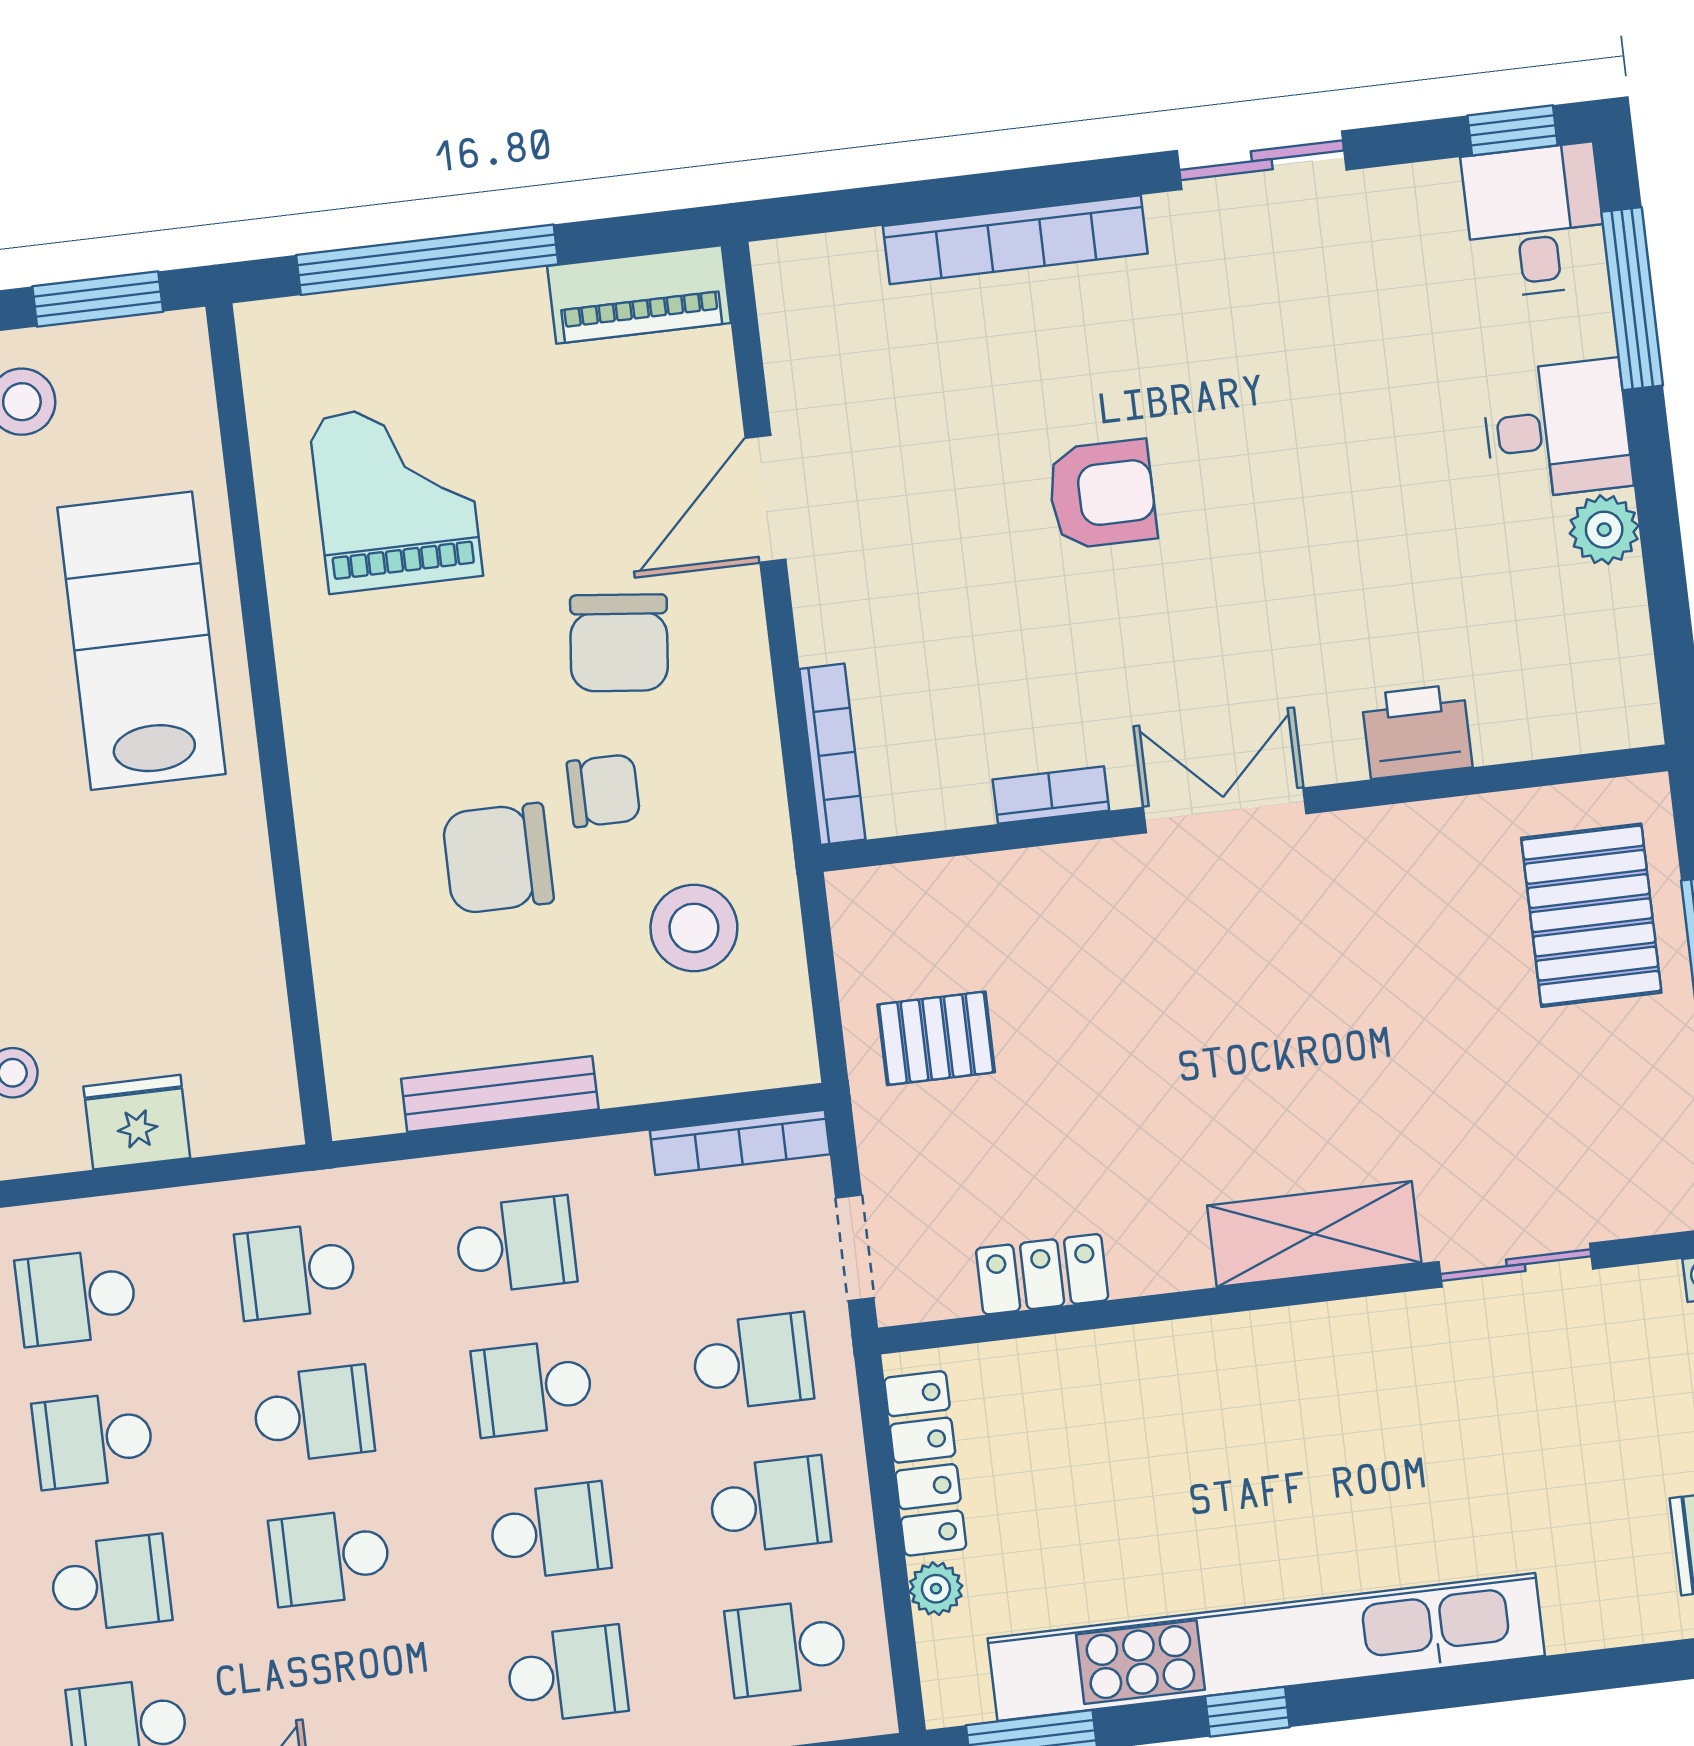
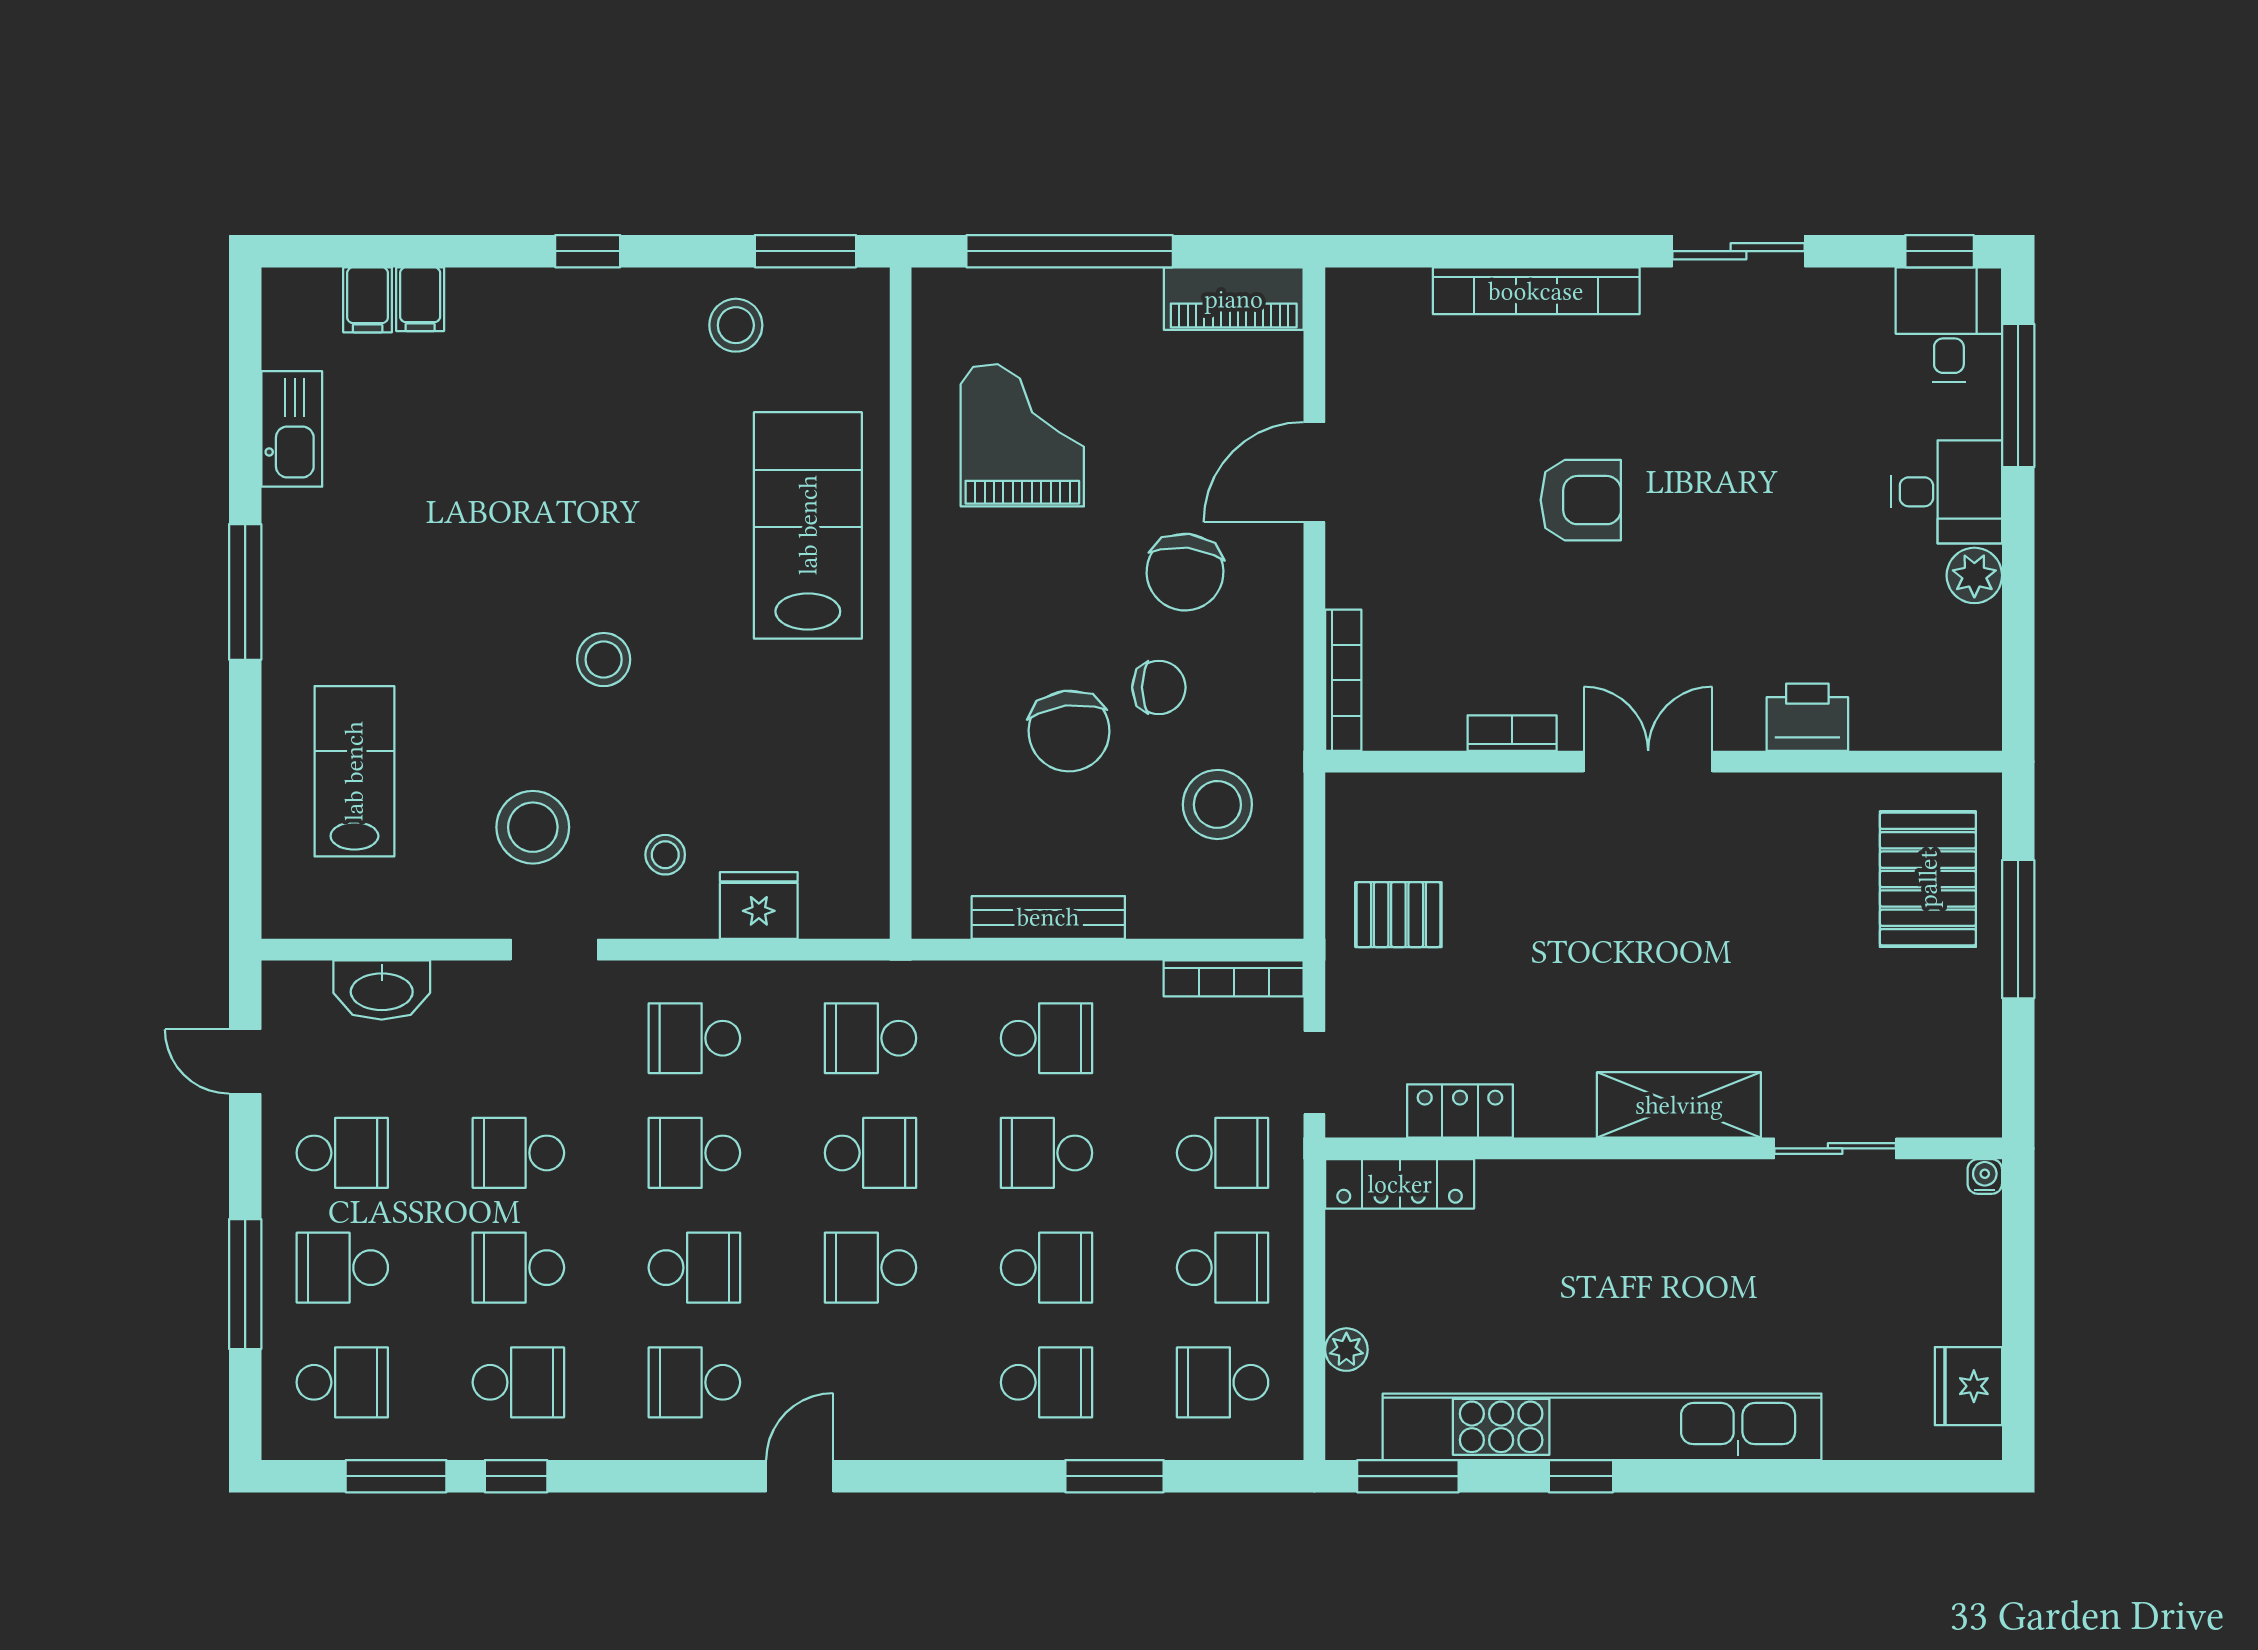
chair: (498, 858) -> (1069, 731), turned -97
locker: (925, 1463) -> (1400, 1184), moved, turned 90

